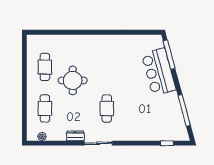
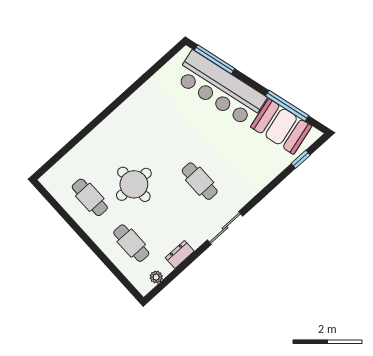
bar counter: (159, 72) -> (220, 89), width x1.36
booth: (172, 118) -> (281, 126), added
dresser: (75, 136) -> (180, 254), moved

